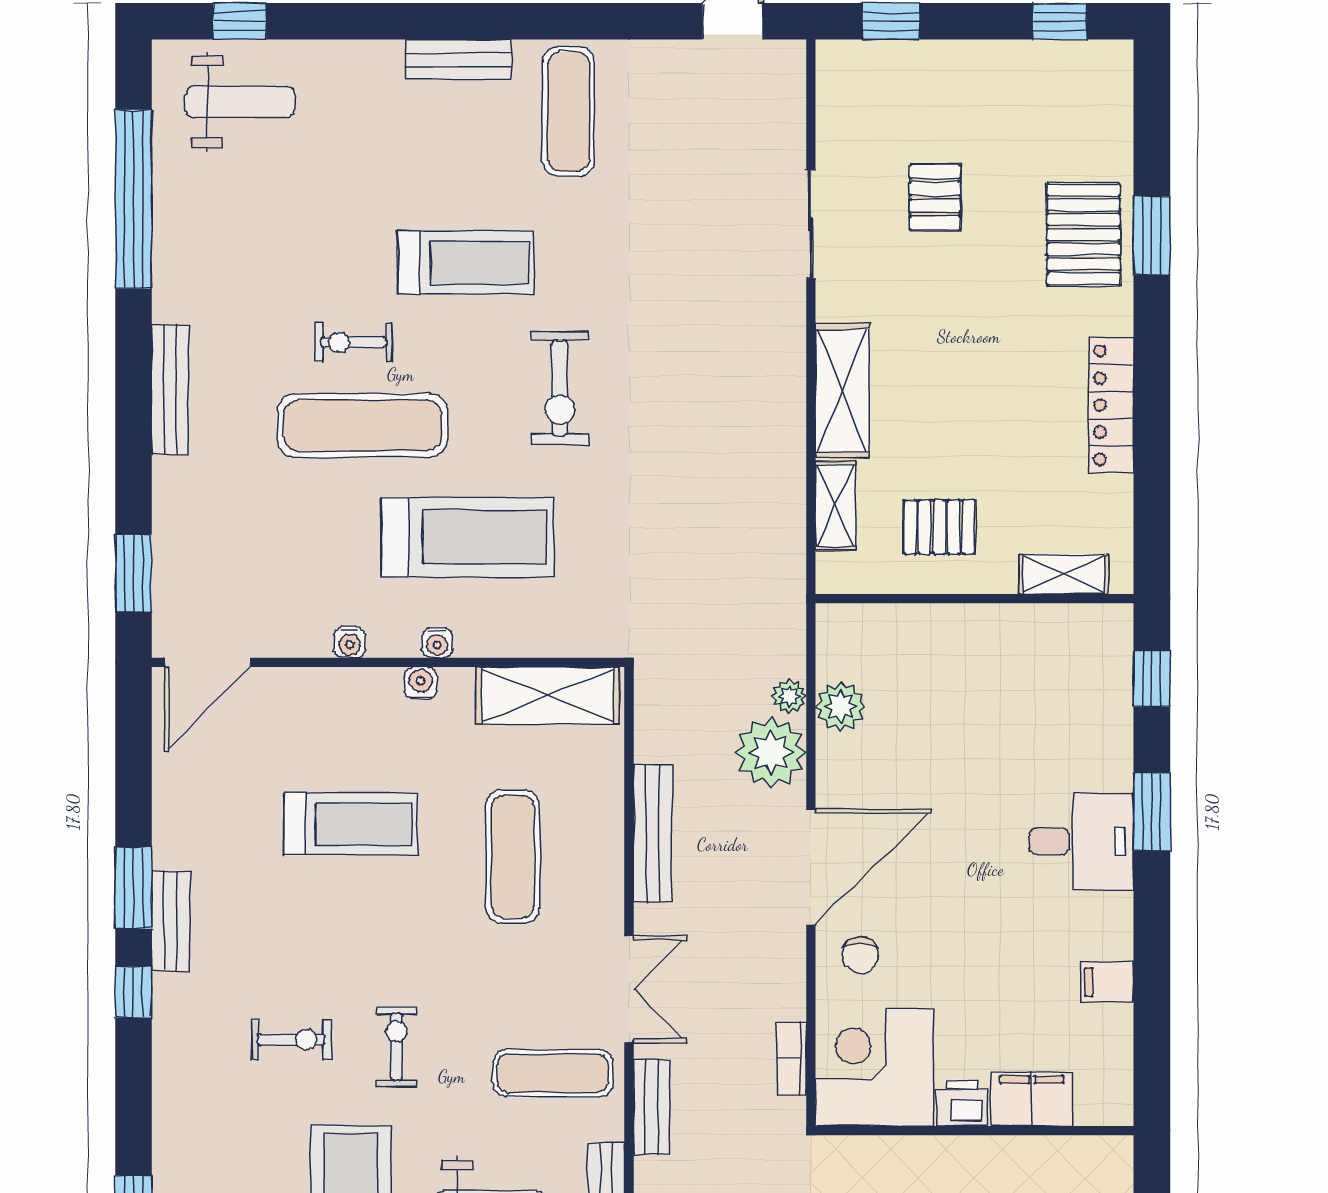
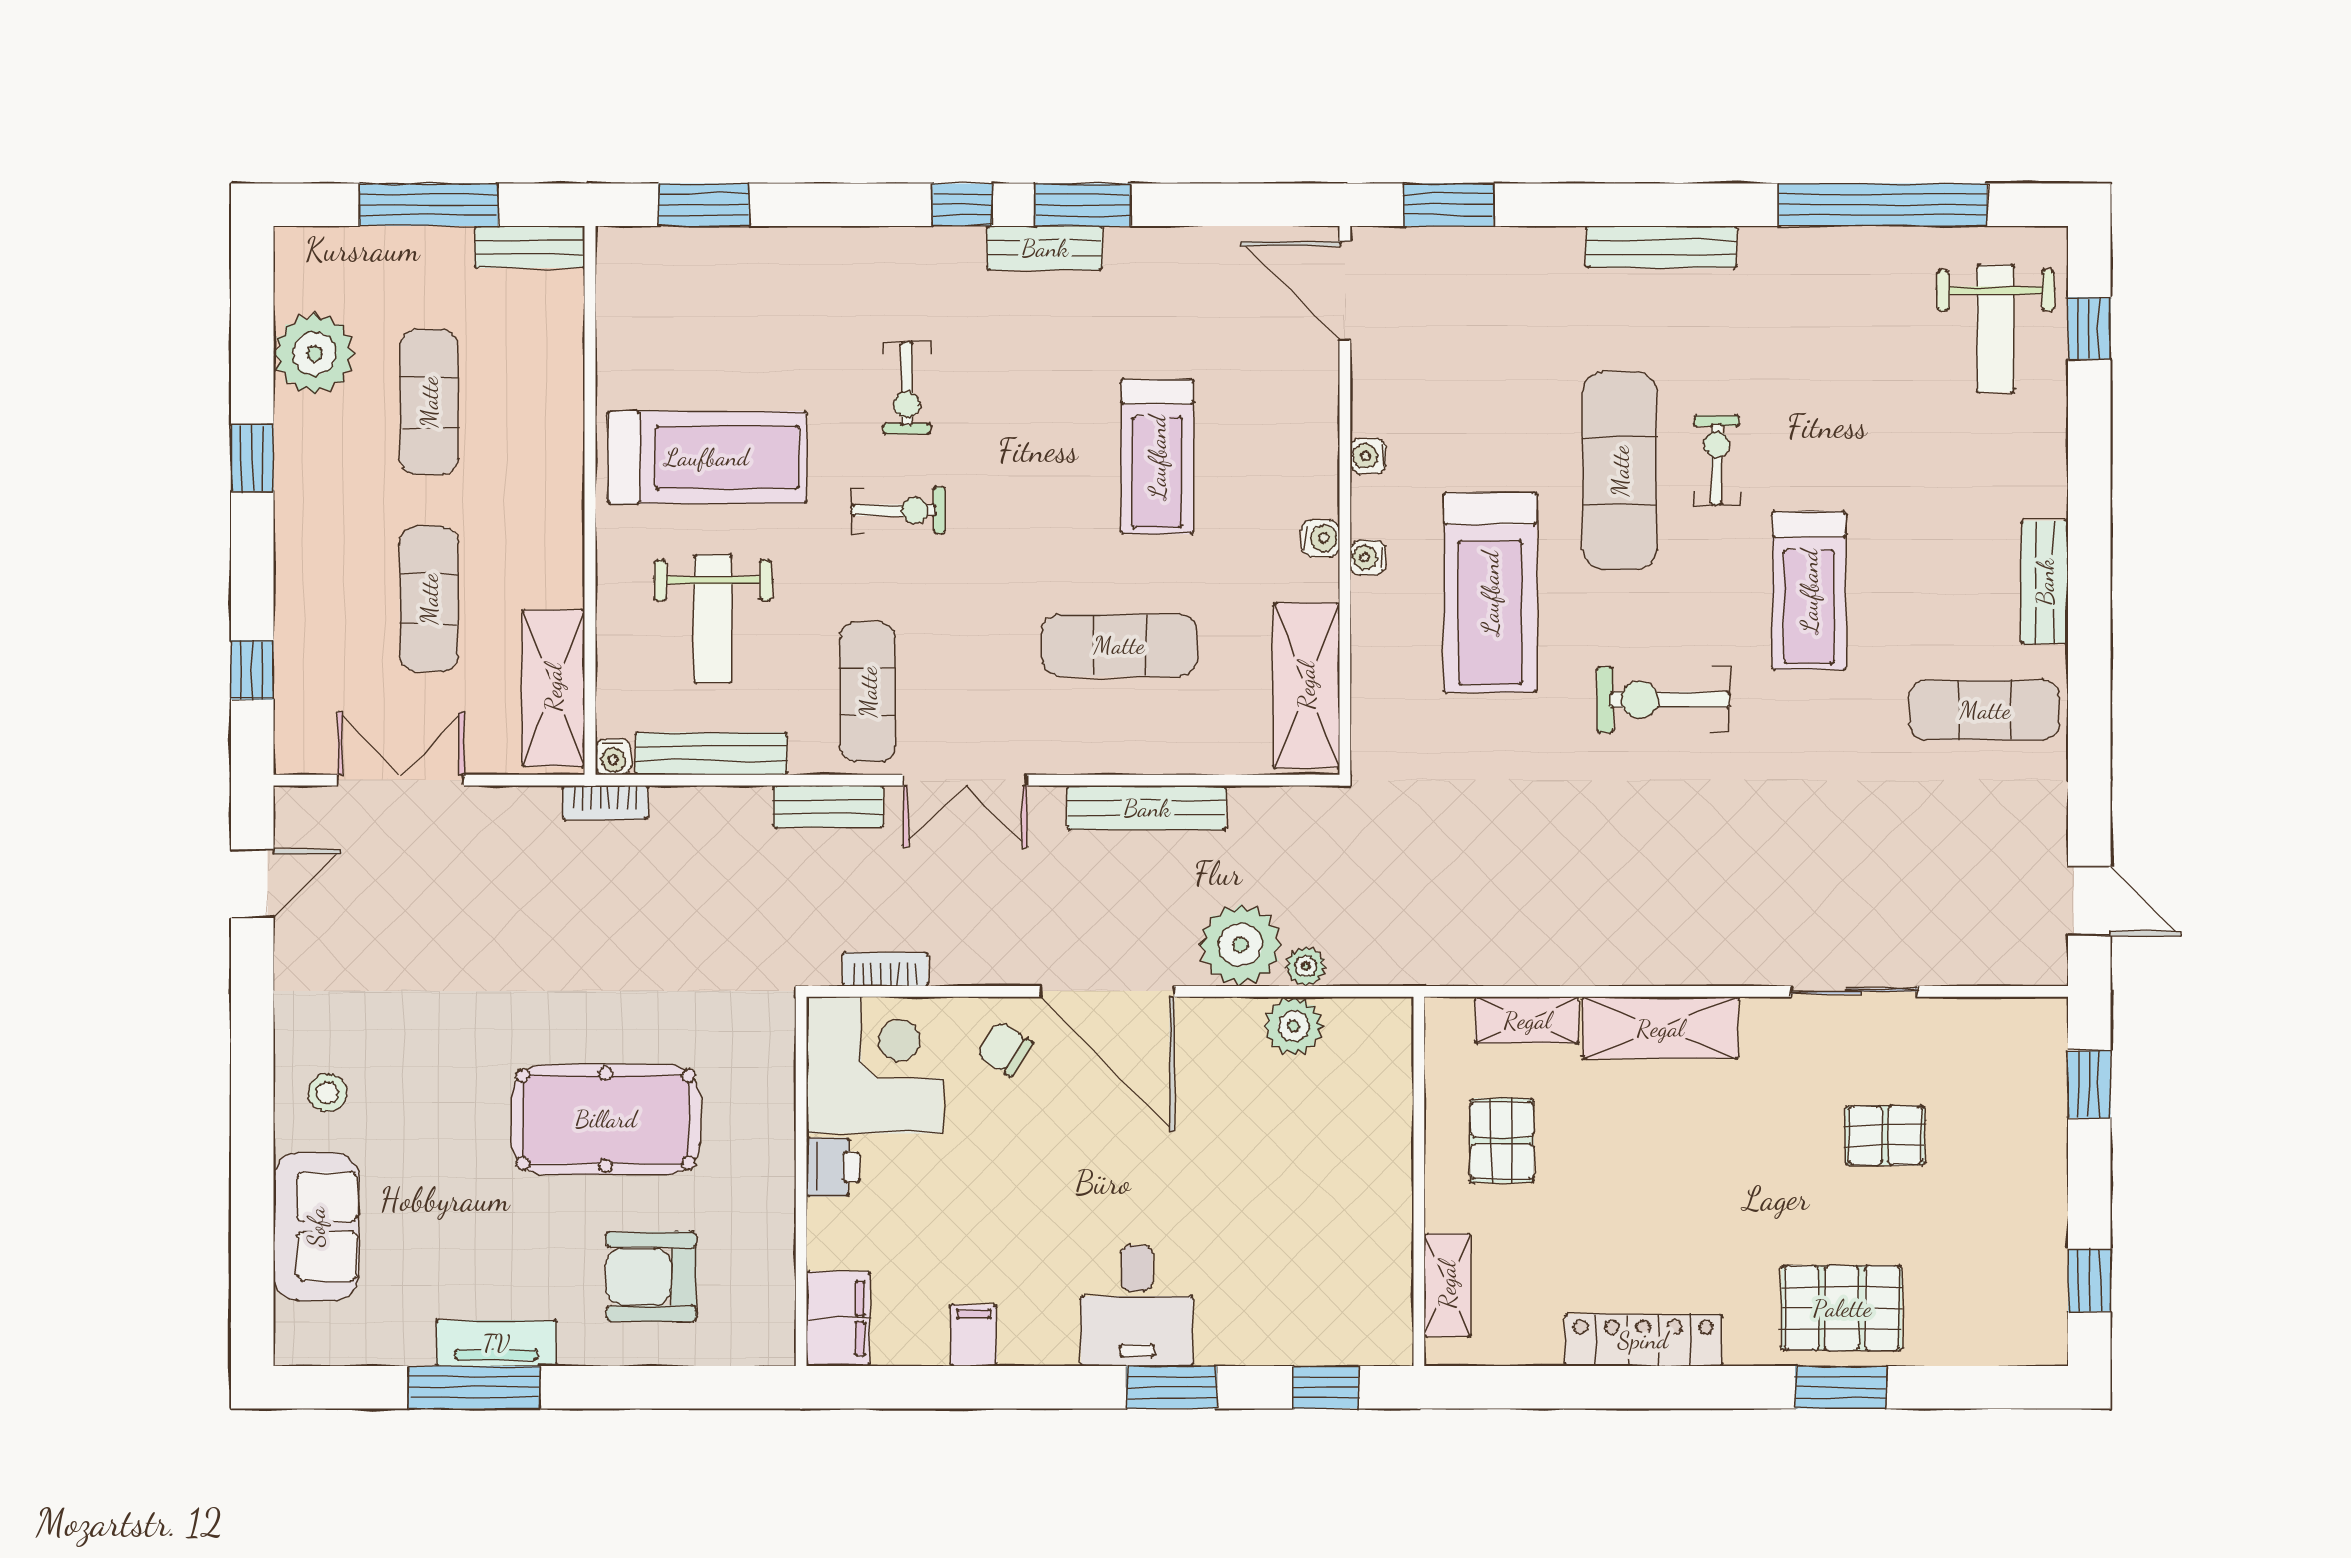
chair: (860, 955) -> (1005, 1049), turned 32
filing cabinet: (1032, 1099) -> (838, 1319), moved

